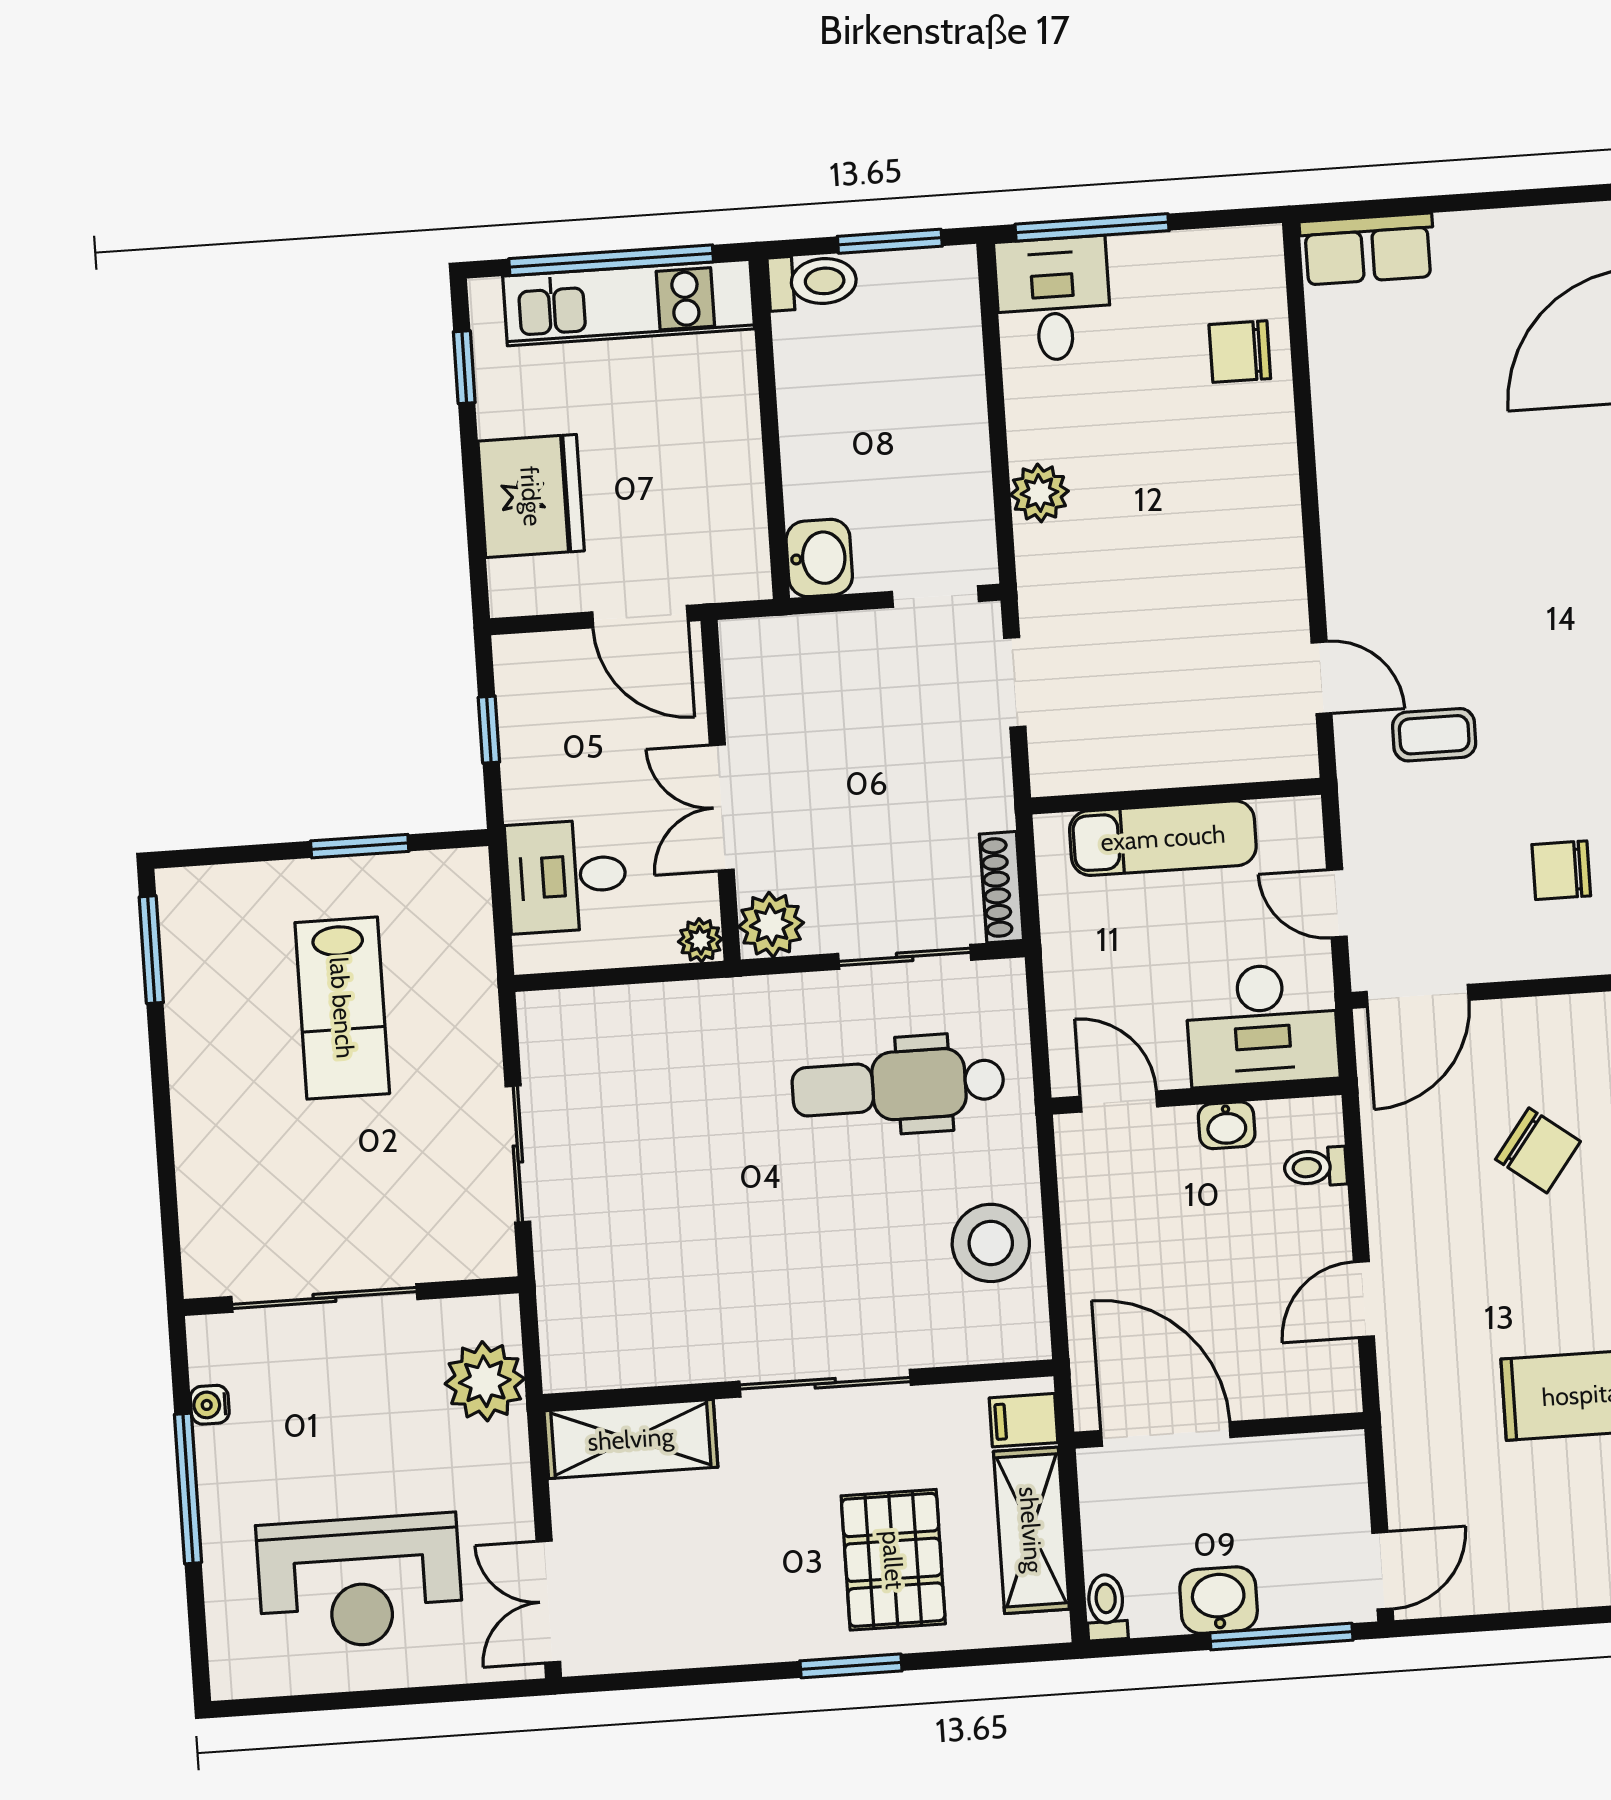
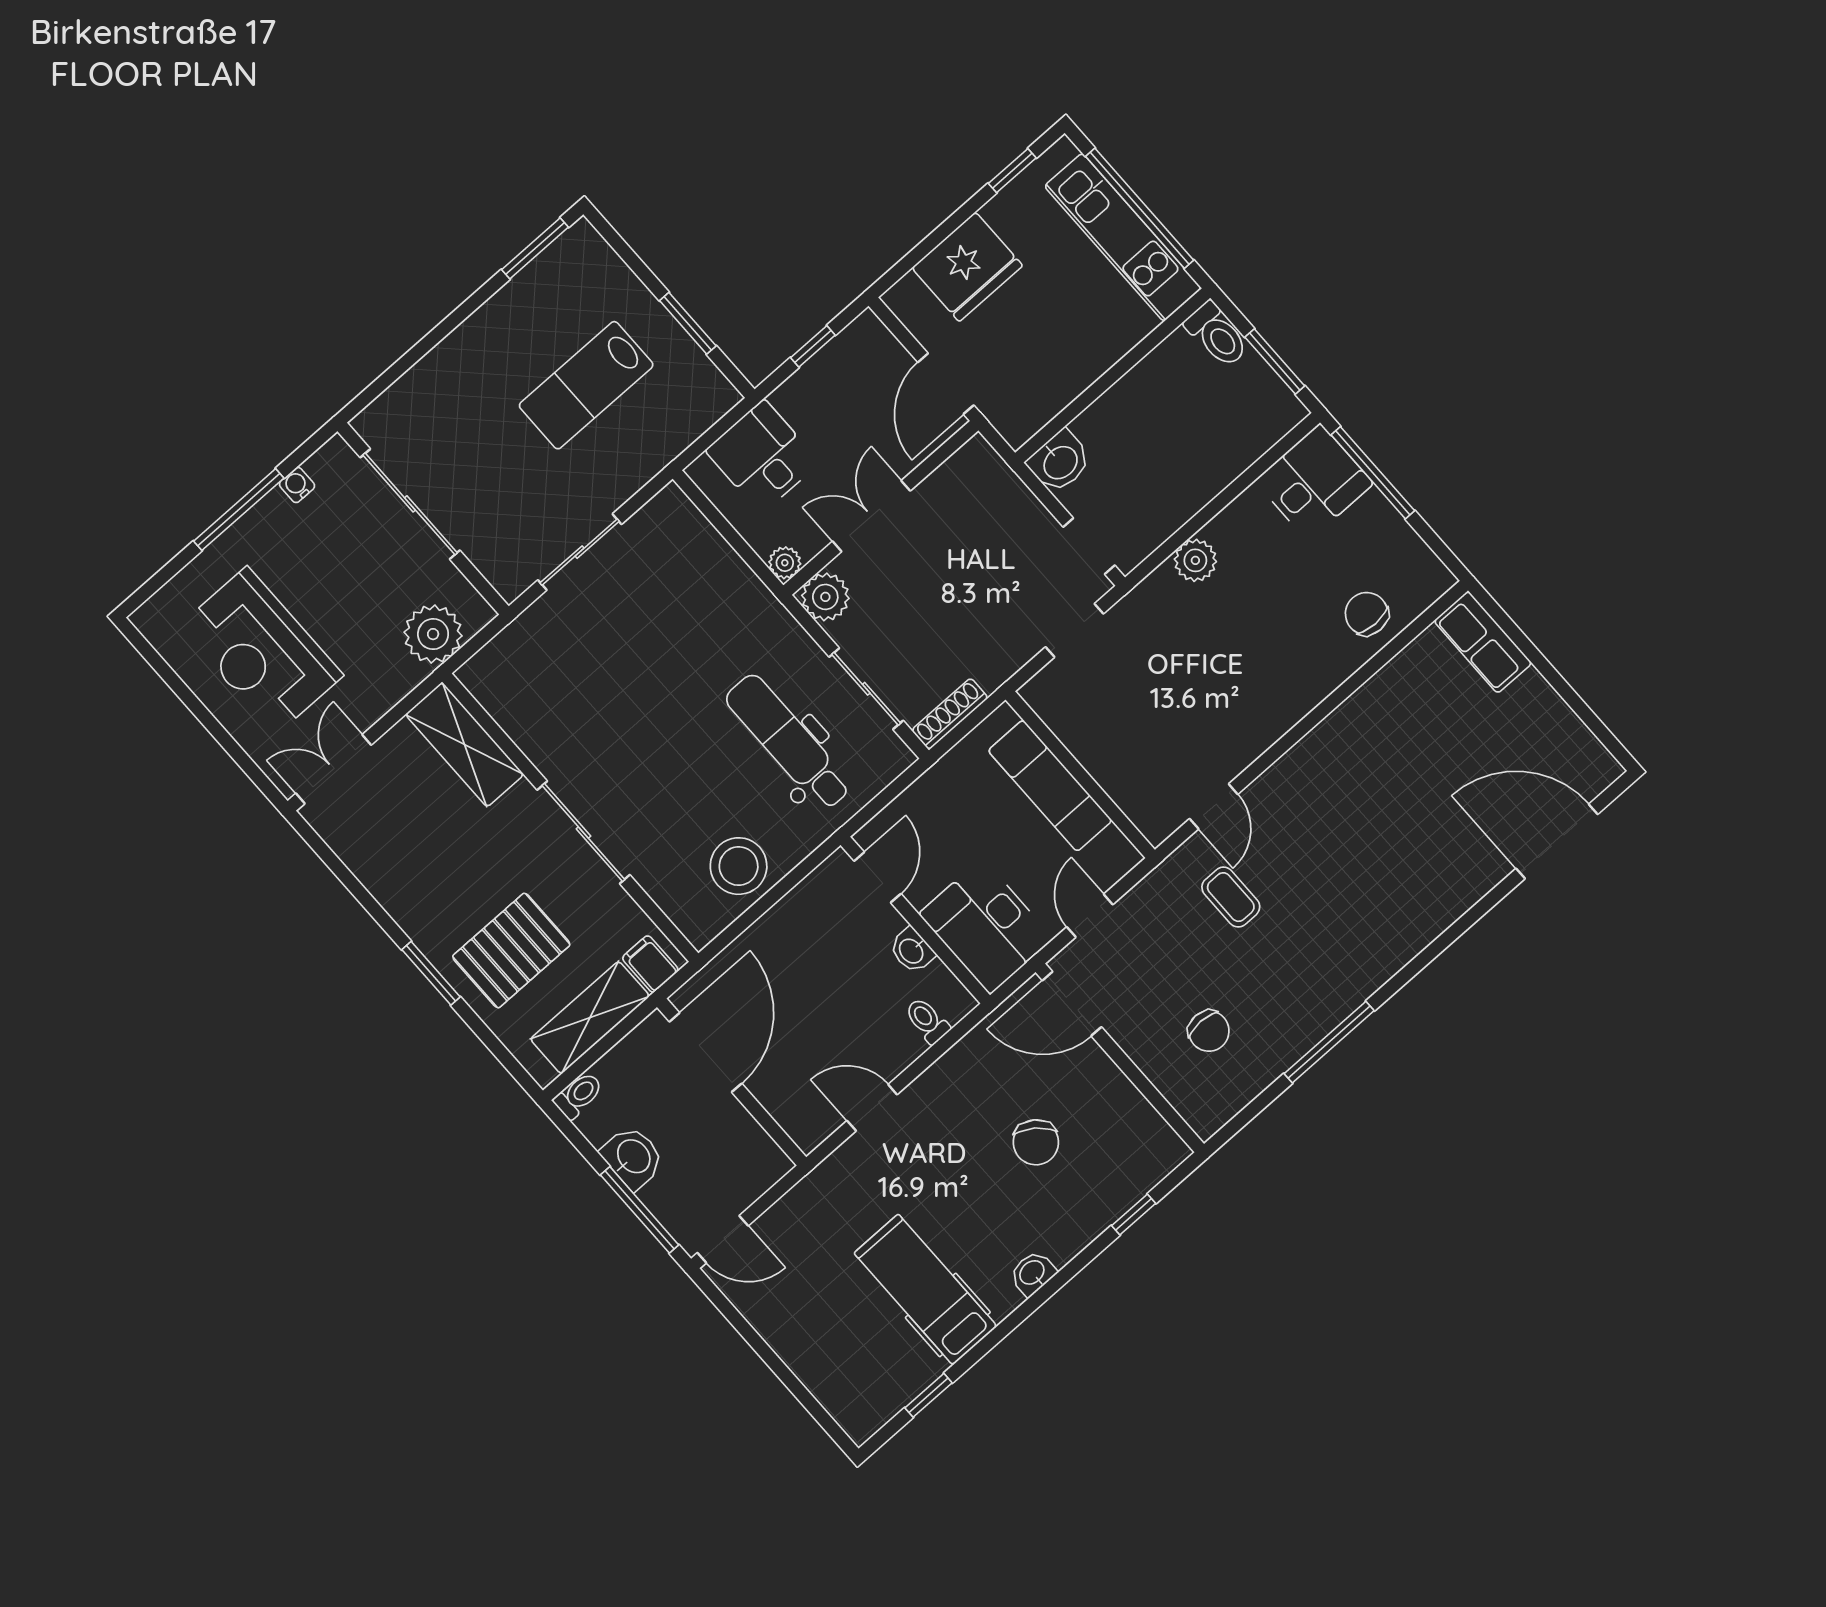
chair: (1561, 870) -> (1209, 1031), turned 180

